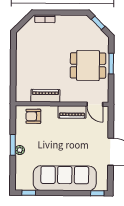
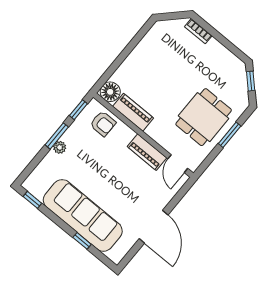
dining table: (88, 66) -> (204, 117), turned 90
floor lamp: (23, 95) -> (110, 92), added
armchair: (33, 116) -> (103, 124), turned 180
window: (13, 120) -> (78, 110), added
window: (97, 193) -> (82, 241), moved

